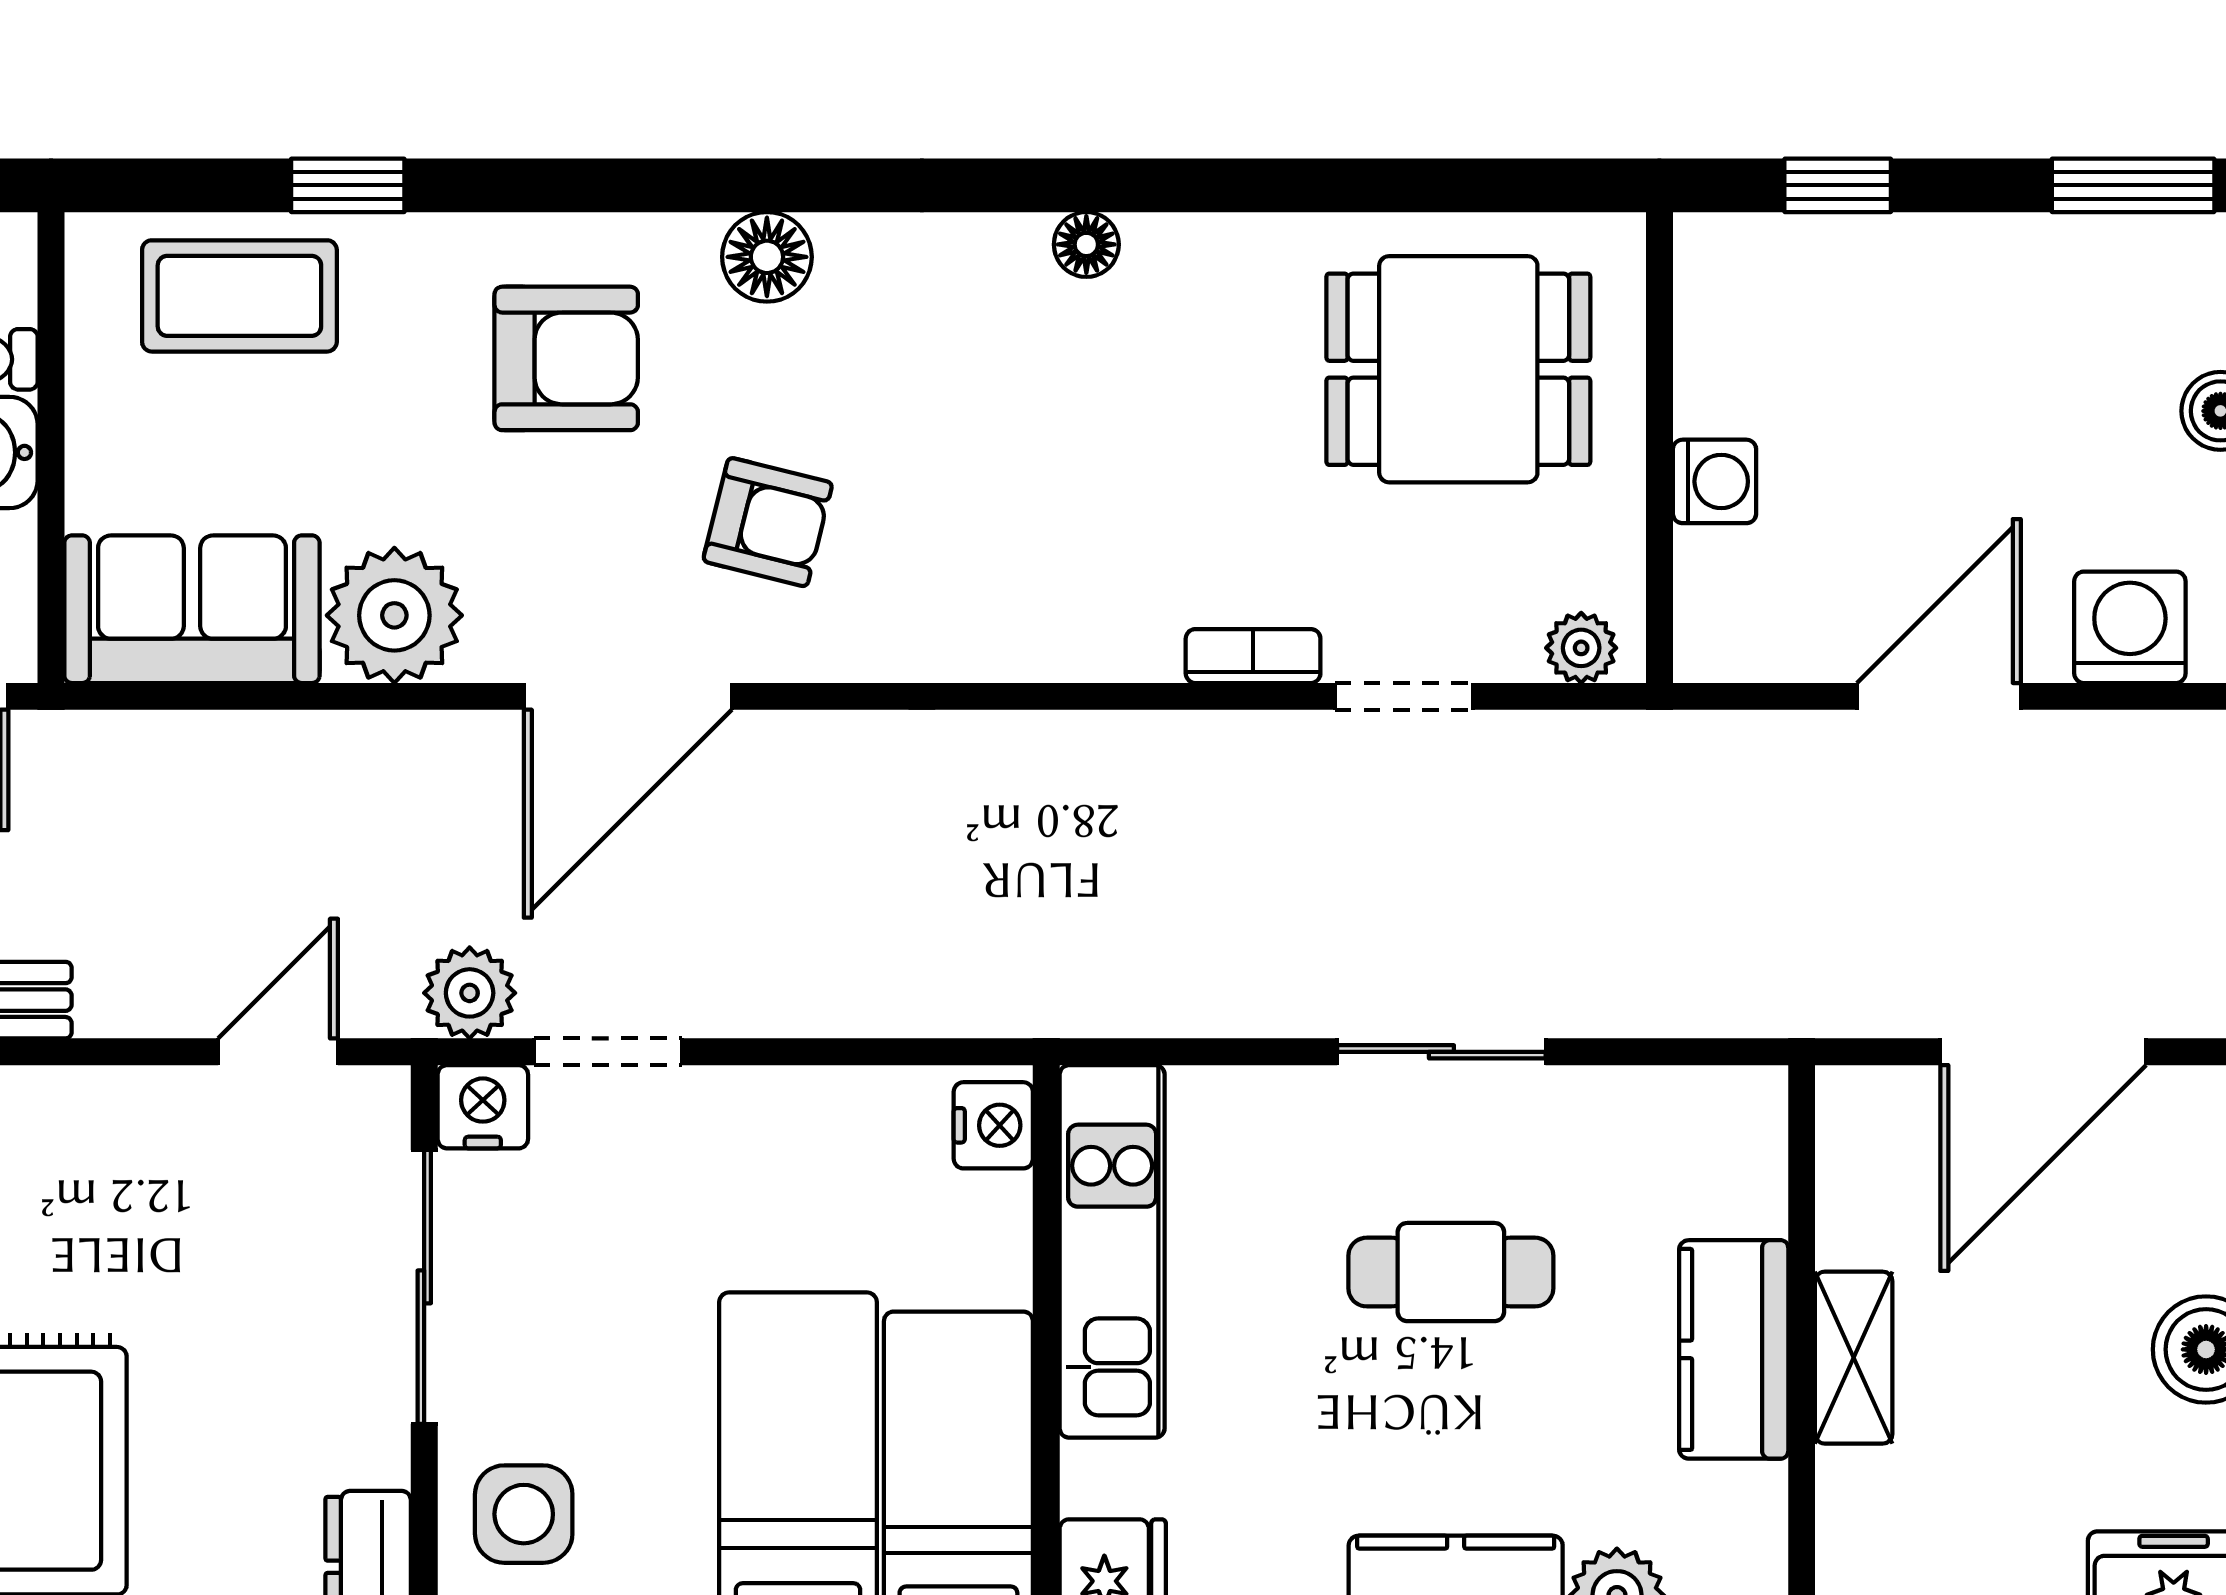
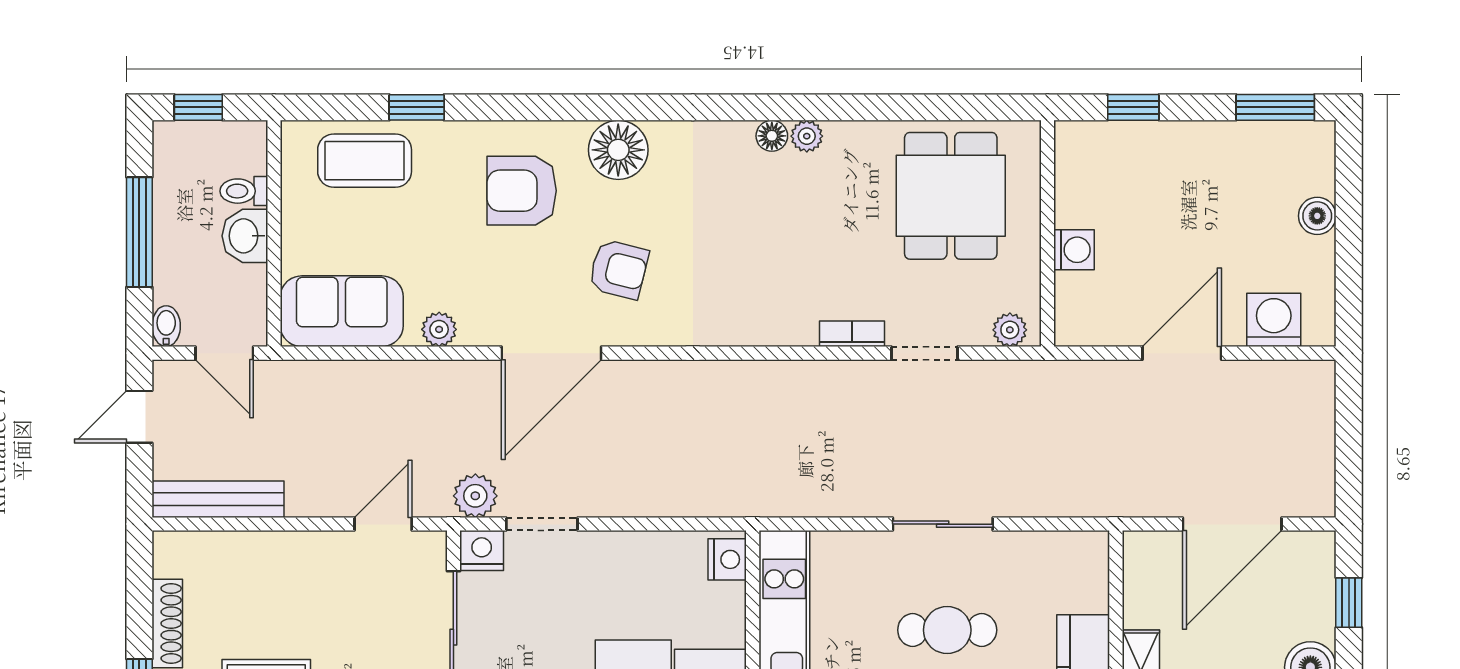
plant: (1159, 245) -> (807, 136), added
floor lamp: (767, 257) -> (618, 150), width x1.38, depth x1.38
armchair: (566, 358) -> (522, 191), turned 180
dining table: (1458, 369) -> (951, 196), turned 90
plant: (394, 615) -> (439, 329), width x0.53, depth x0.53

